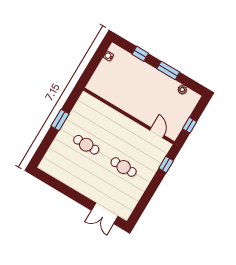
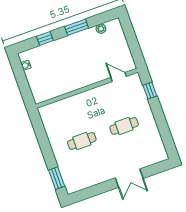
window: (60, 120) -> (57, 178), moved
window: (190, 125) -> (134, 46), removed
double door: (105, 213) -> (129, 178), moved

